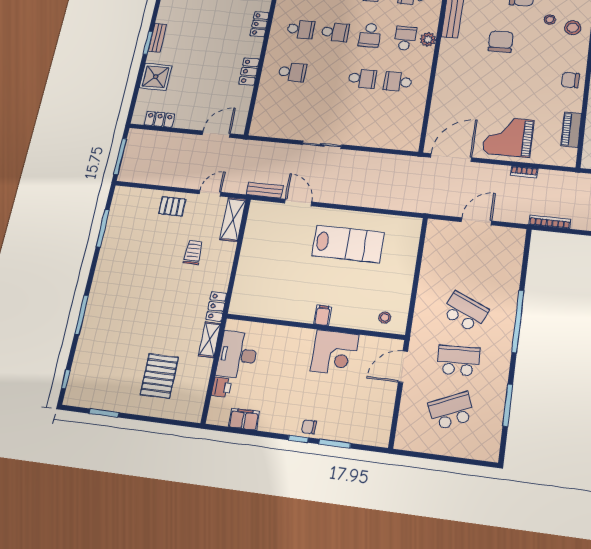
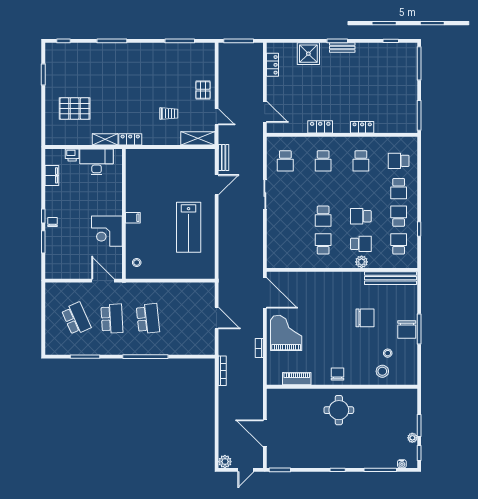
school desk: (335, 32) -> (285, 161), moved
school desk: (465, 312) -> (148, 319), turned -30

